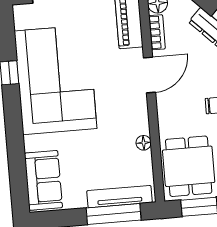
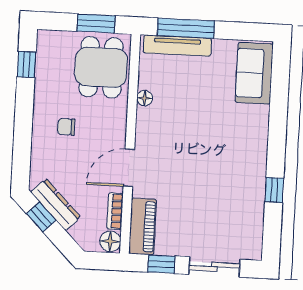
corner sofa: (55, 80) -> (227, 176), removed

